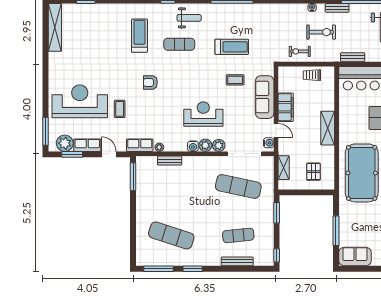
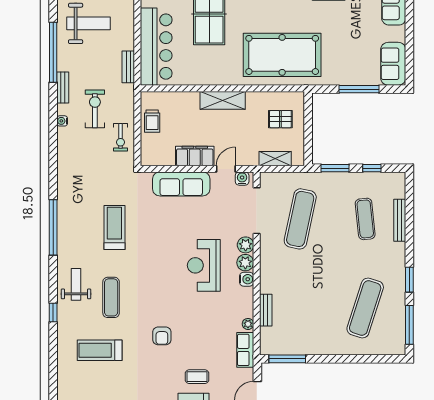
coffee table: (235, 80) -> (158, 223), removed
window: (277, 255) -> (372, 168), moved

